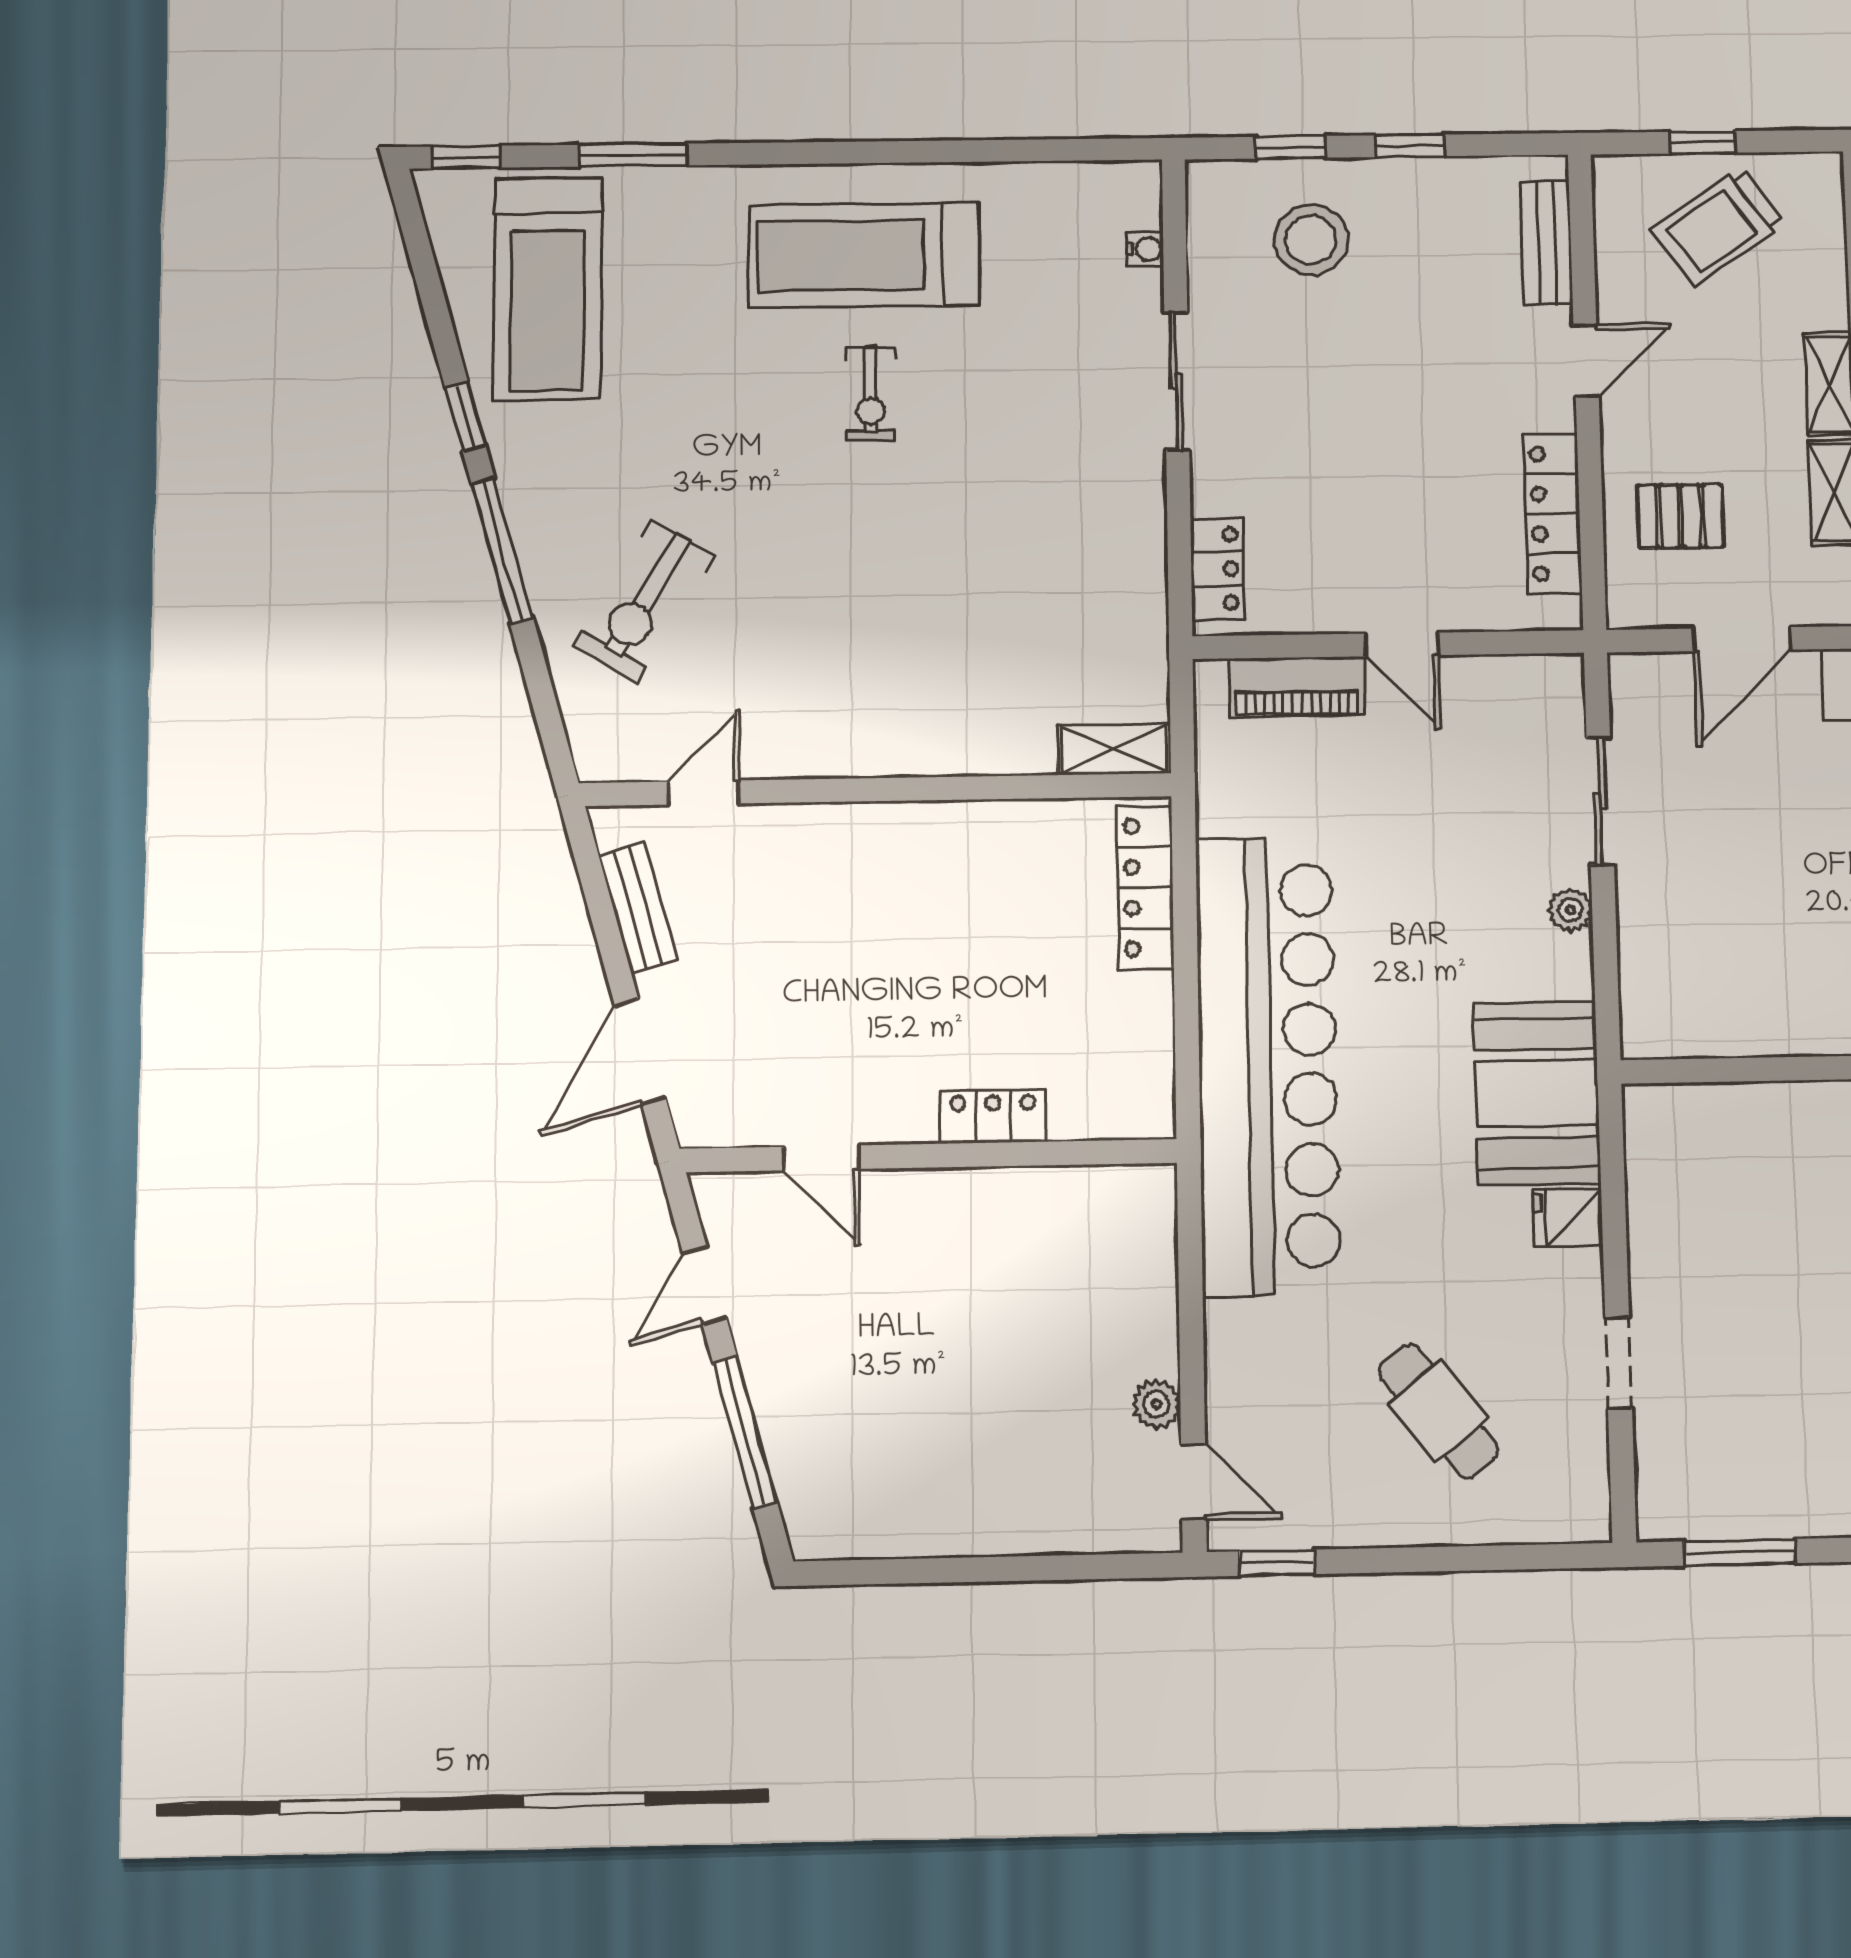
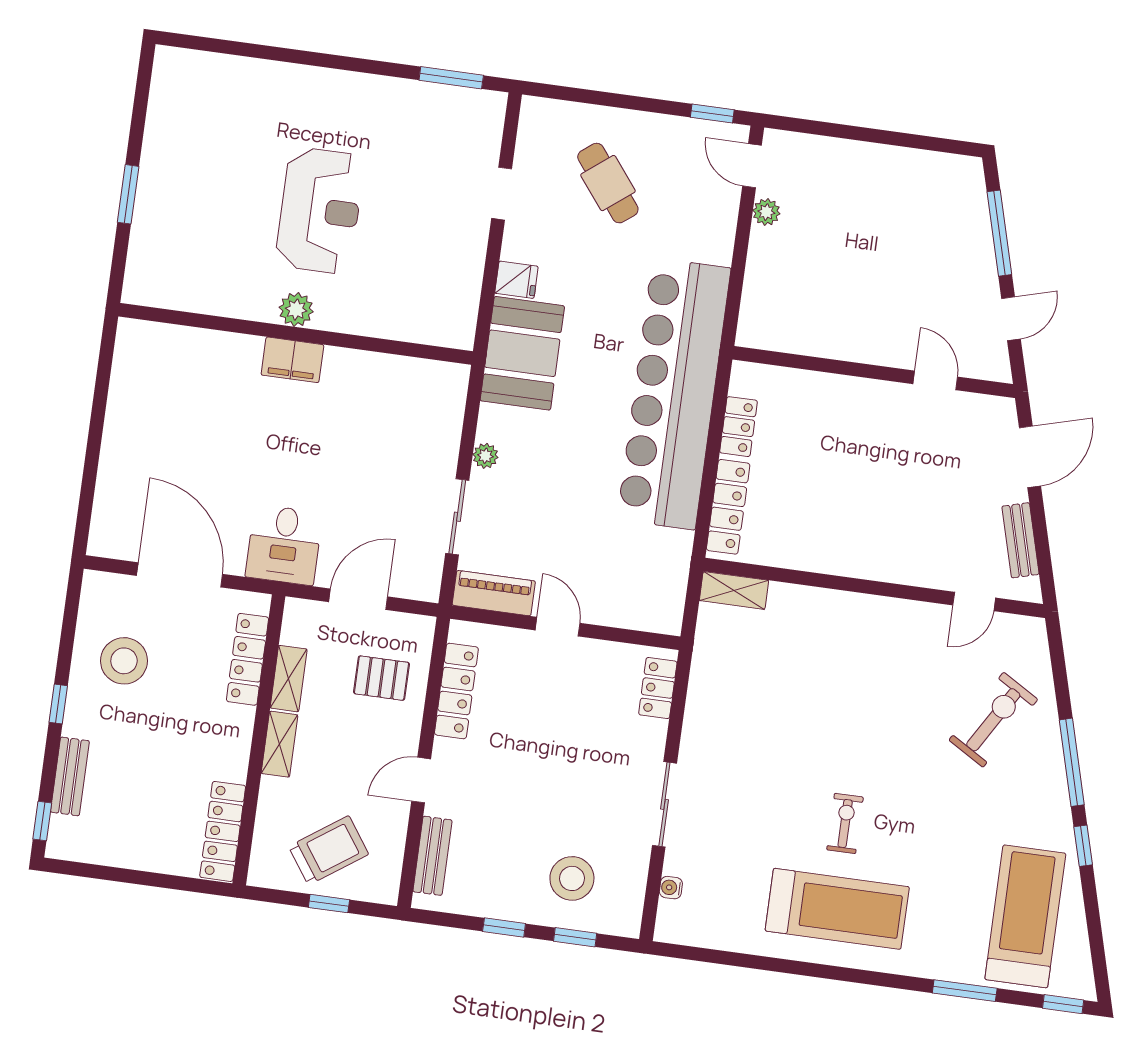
piano: (1297, 687) -> (494, 593), moved
locker: (993, 1116) -> (738, 427), moved, turned -90

